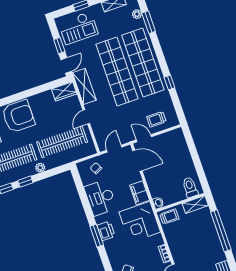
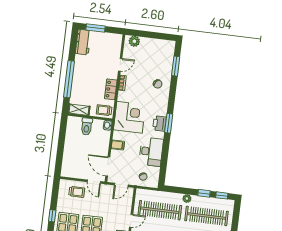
toilet: (190, 187) -> (87, 126), moved
filing cabinet: (140, 193) -> (118, 145), width x0.50
locker: (173, 241) -> (111, 89), added

